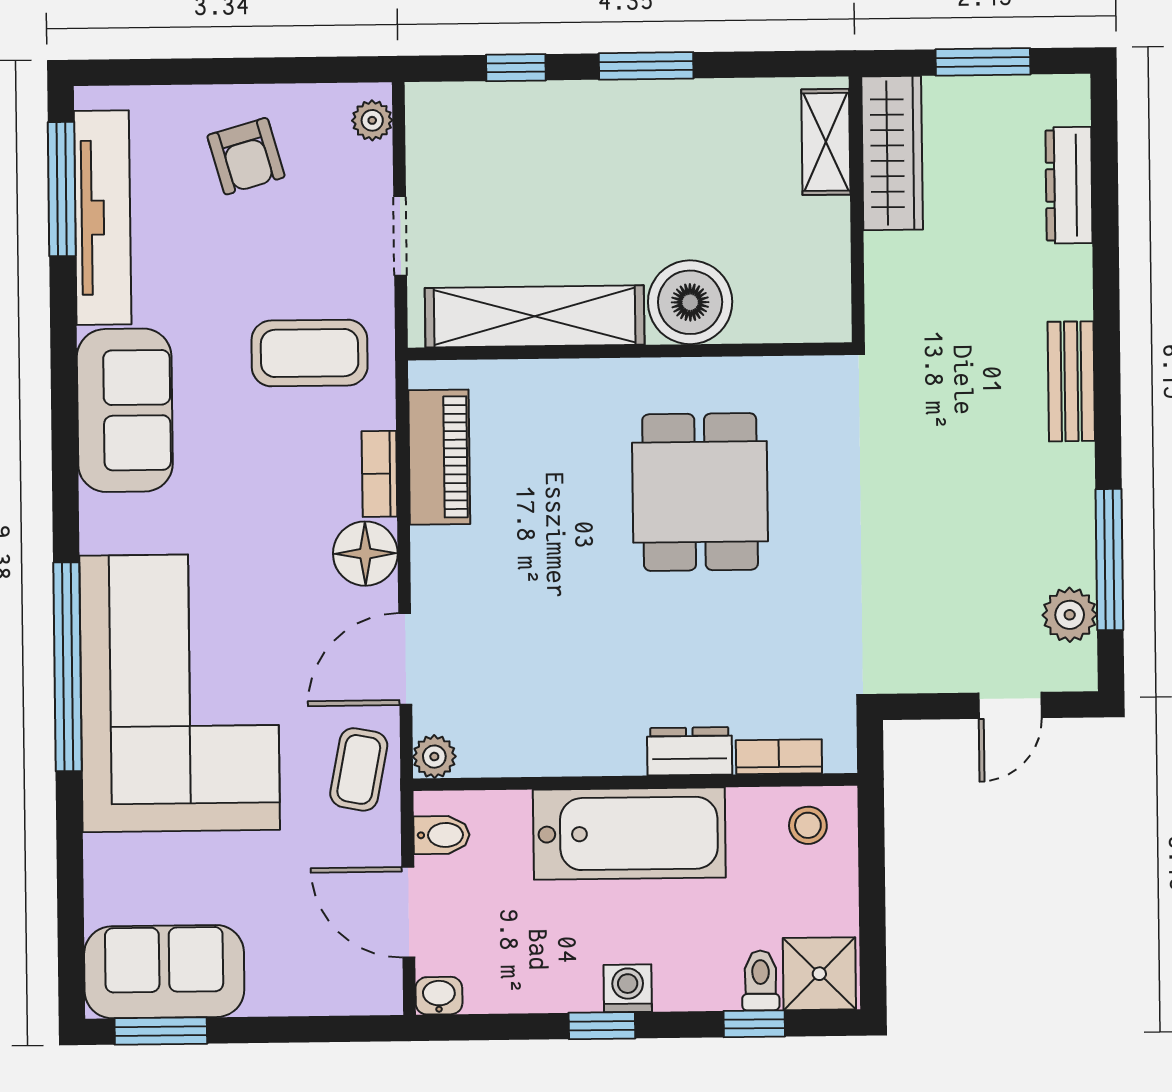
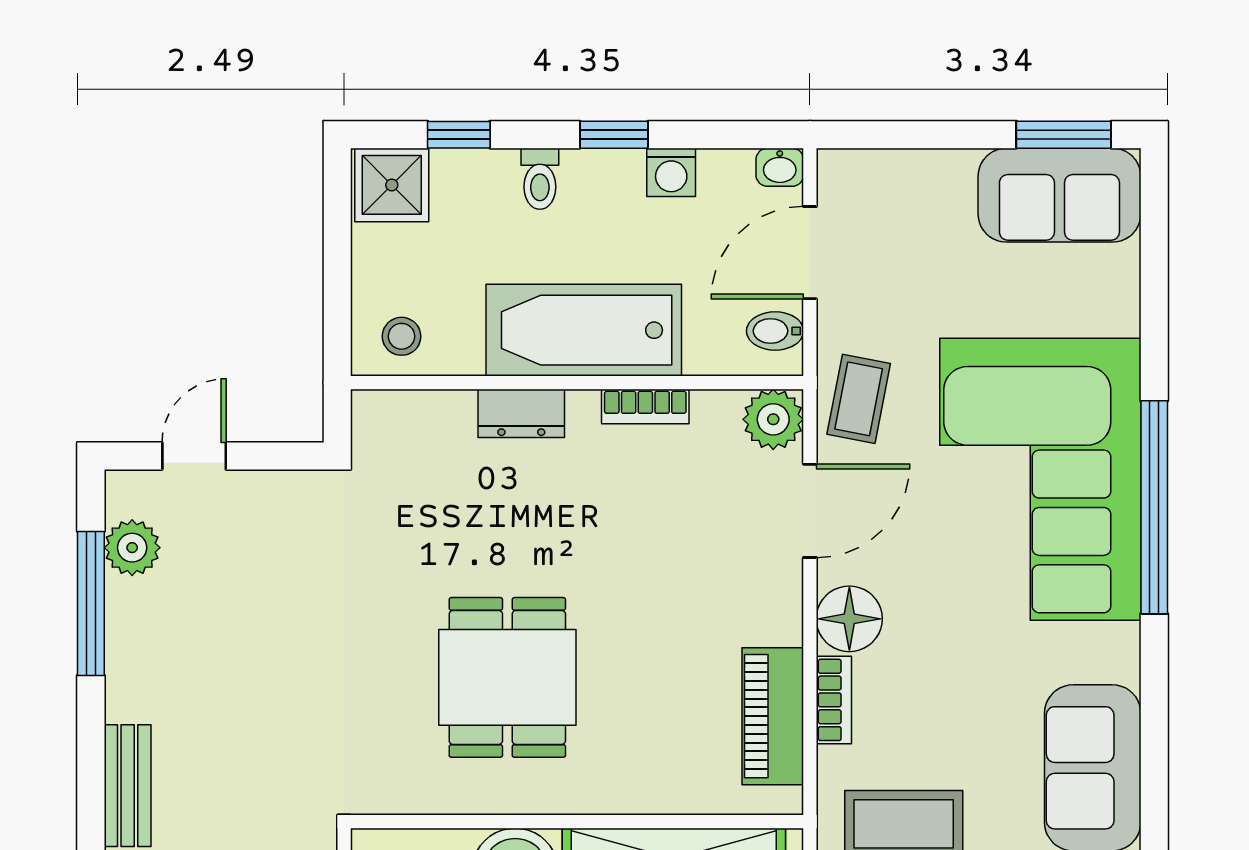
plant: (434, 757) -> (773, 419), width x1.38, depth x1.38
bookcase: (779, 757) -> (645, 407), moved
door: (408, 912) -> (810, 253), swing flipped
toilet: (761, 980) -> (540, 179), moved
washing machine: (628, 988) -> (671, 172), moved

